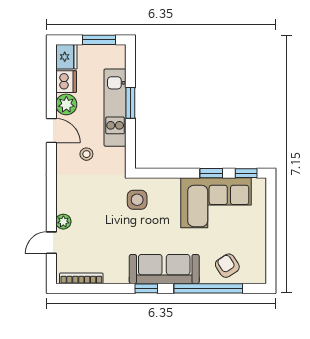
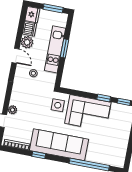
corner sofa: (216, 203) -> (88, 113), moved
armchair: (227, 266) -> (103, 153), removed
sofa: (164, 269) -> (59, 145), width x1.36, depth x1.27
window: (146, 288) -> (39, 155), moved

